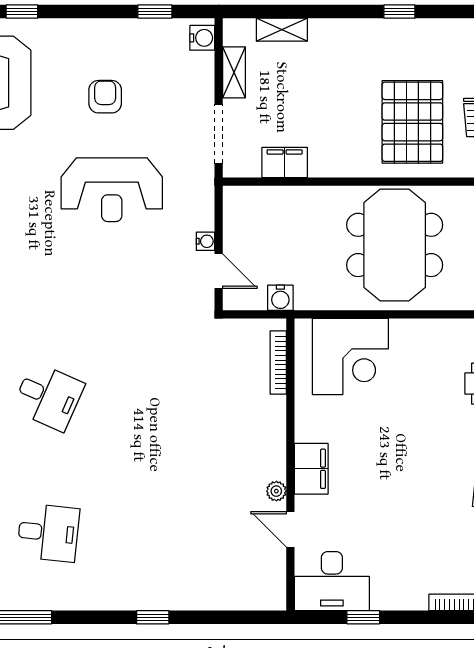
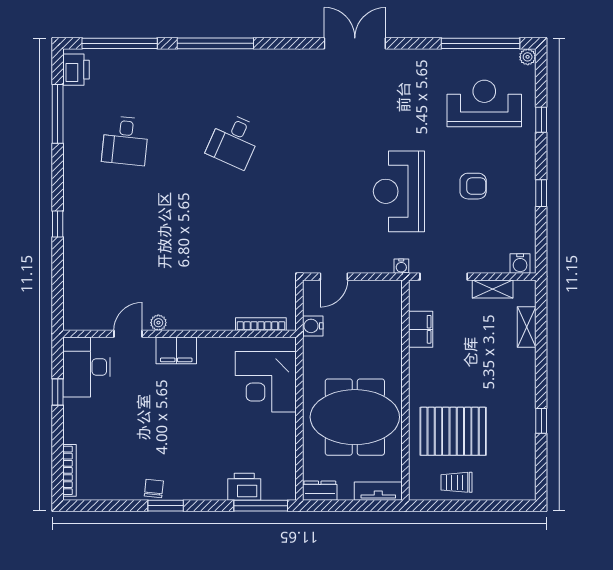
window: (155, 12) -> (541, 193), moved
water cooler: (205, 241) -> (401, 266), moved

